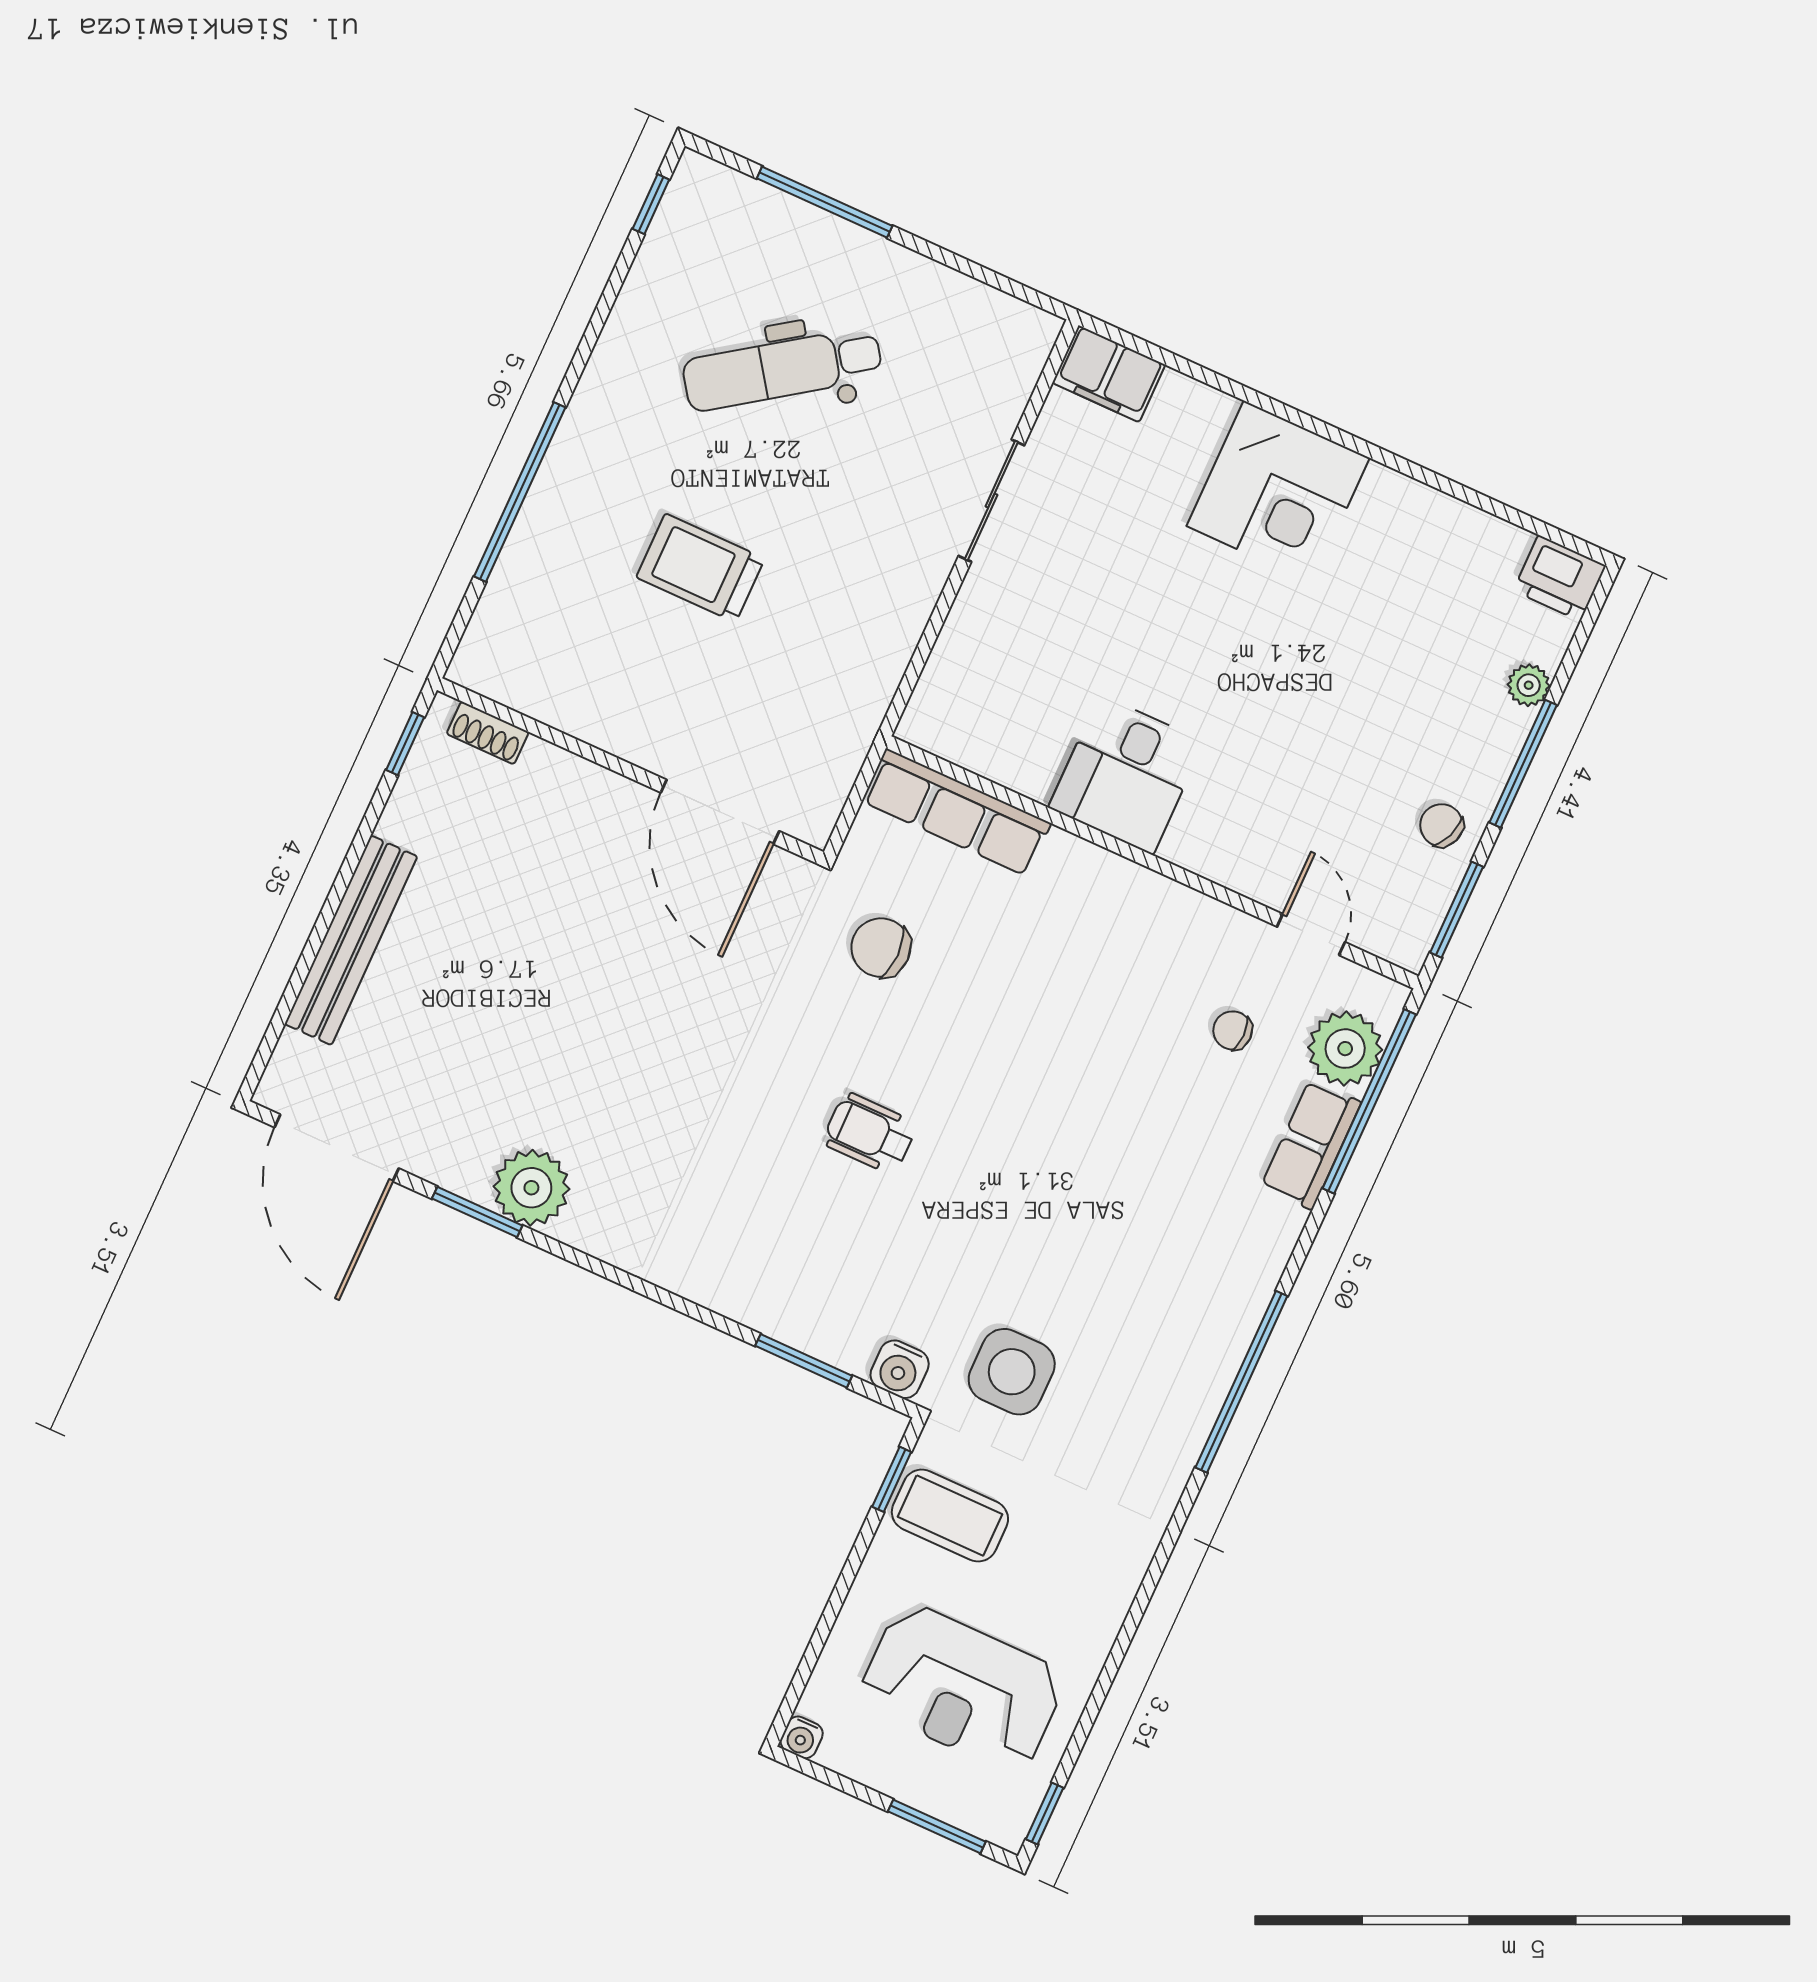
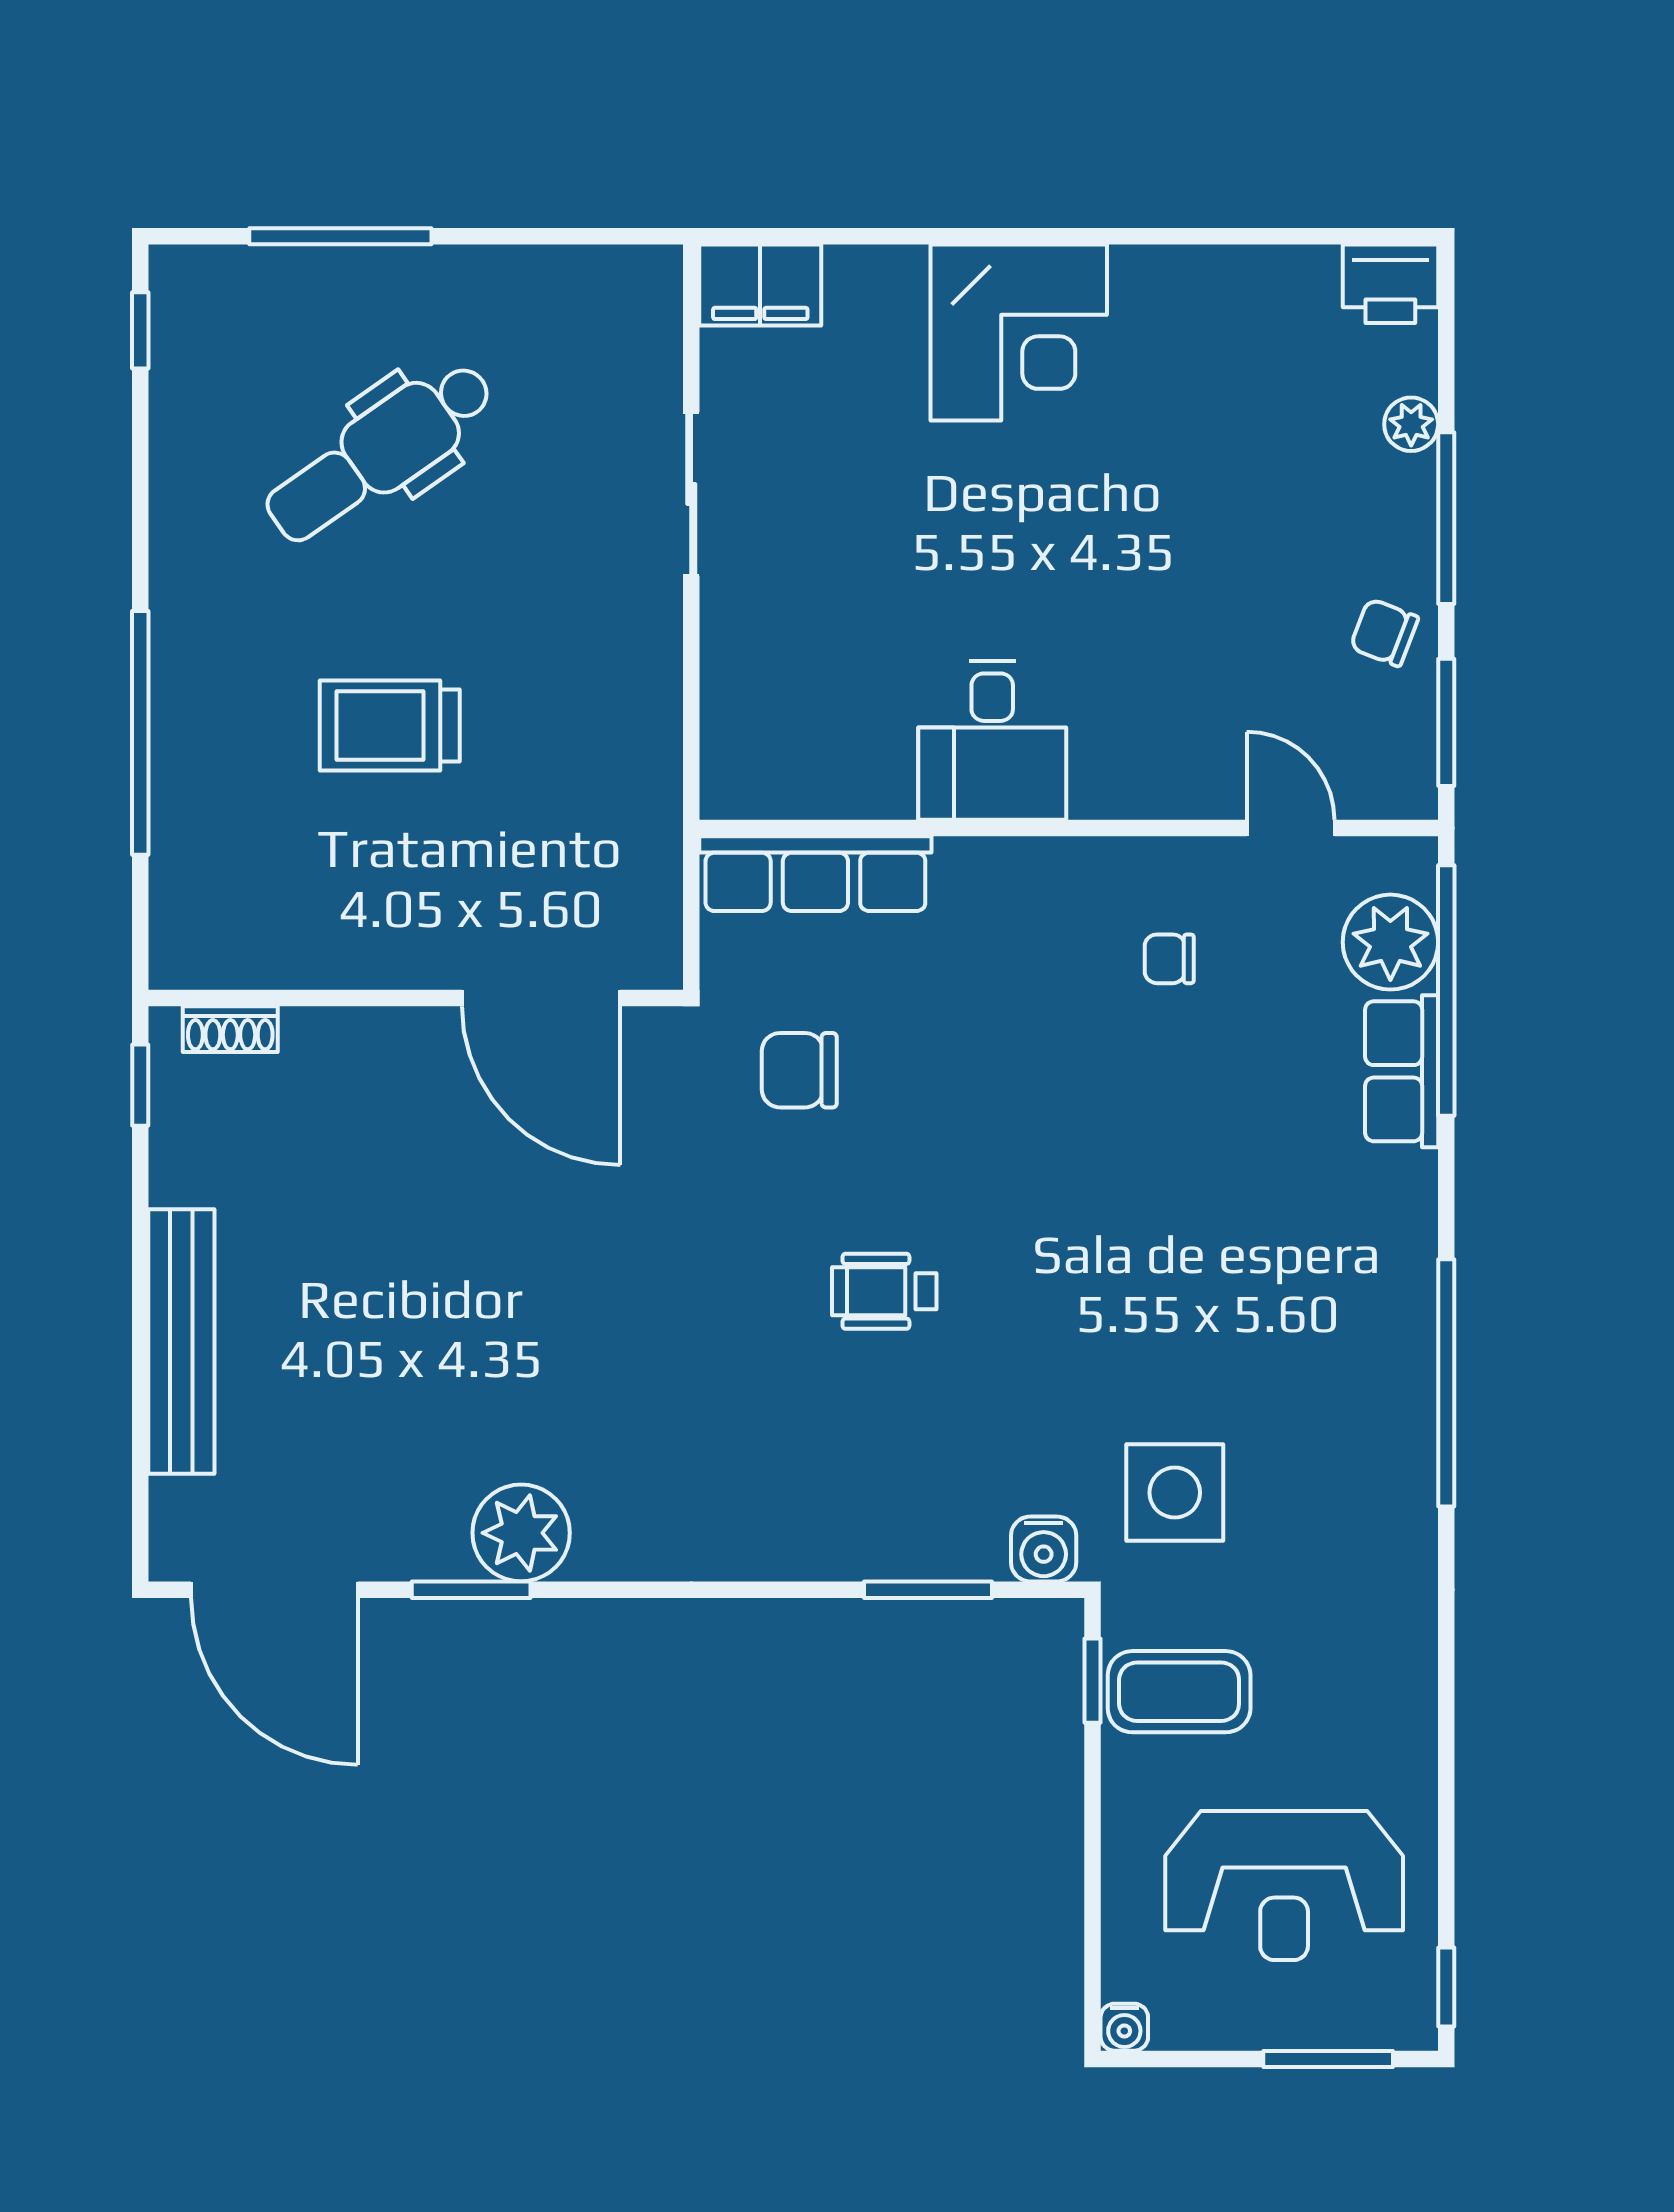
chair: (1233, 1030) -> (1169, 959), moved

